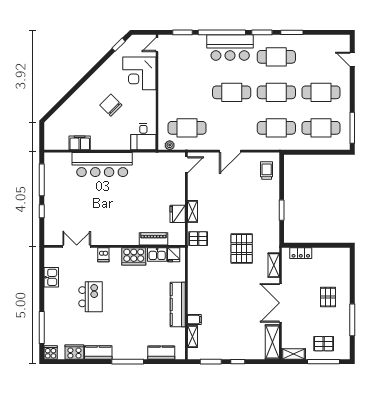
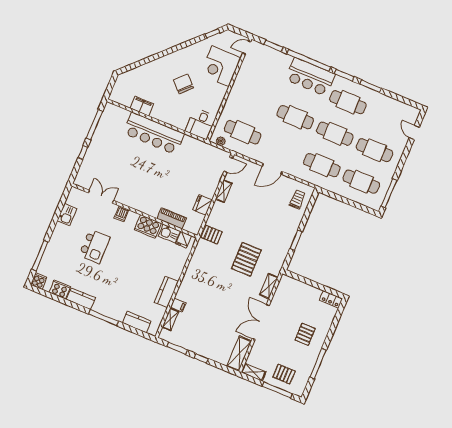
shelving: (193, 211) -> (224, 191), moved
locker: (301, 253) -> (331, 299), moved
kitchen counter: (178, 304) -> (166, 292), width x0.67

